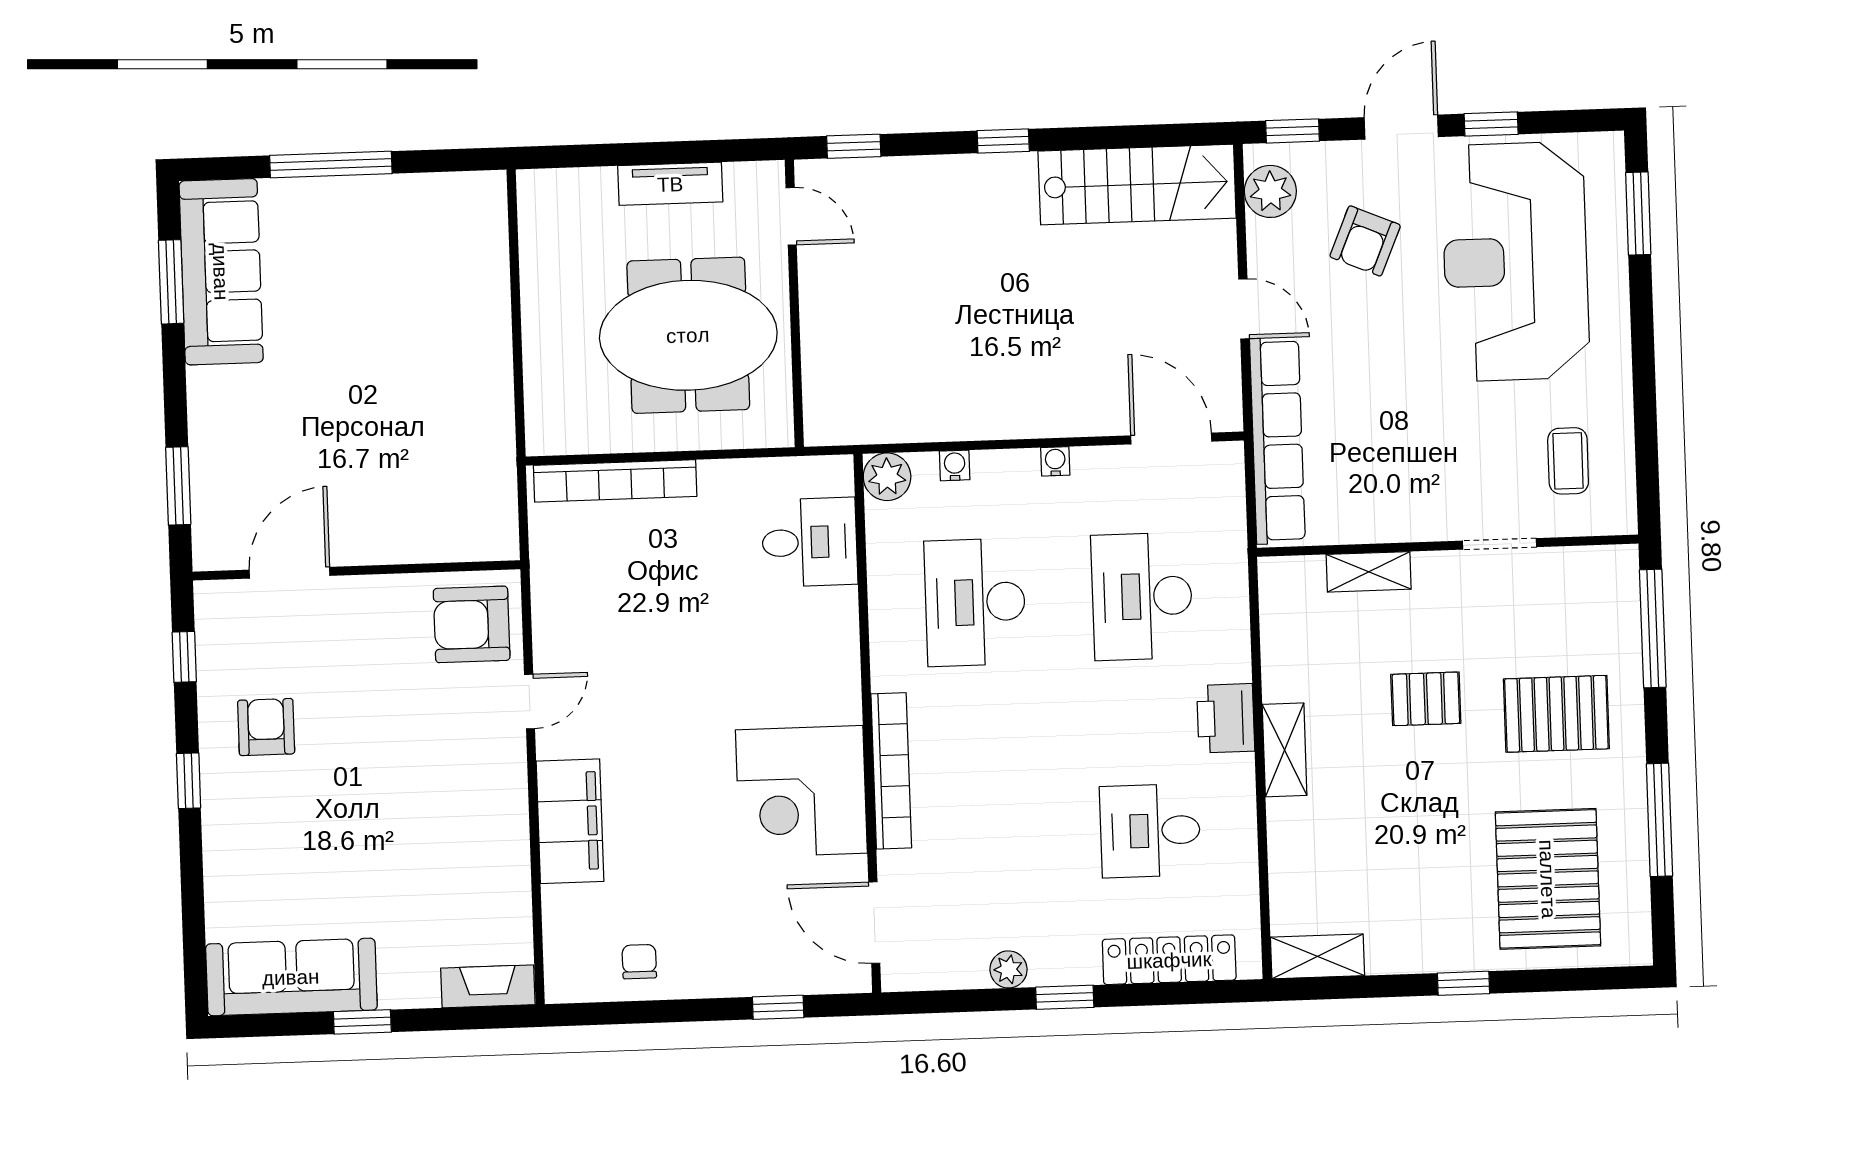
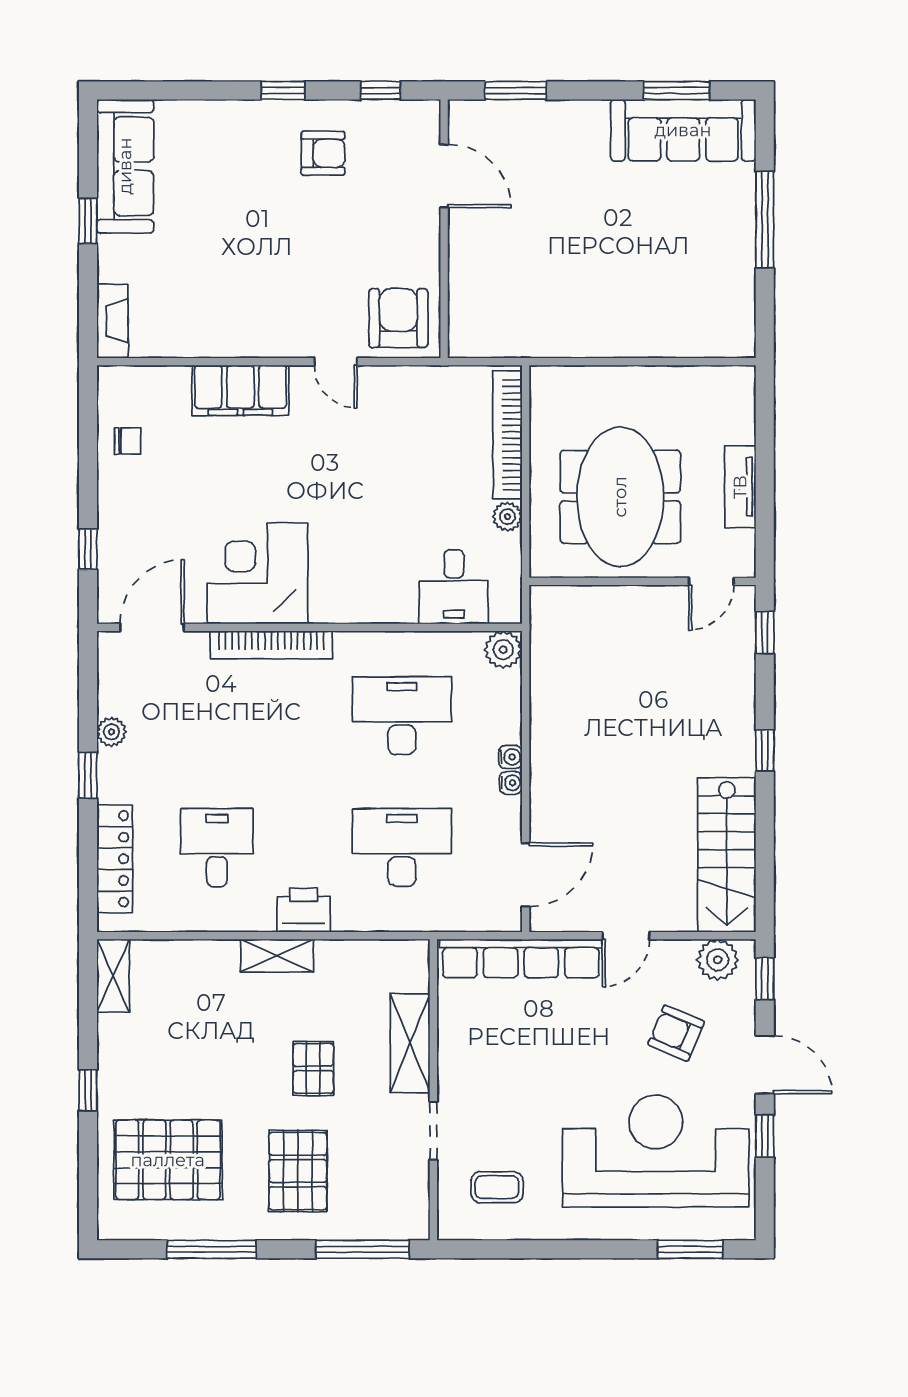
water cooler: (955, 465) -> (510, 757), moved
plant: (718, 477) -> (507, 517), added
shelving: (1369, 572) -> (410, 1043), width x1.50, depth x1.33

